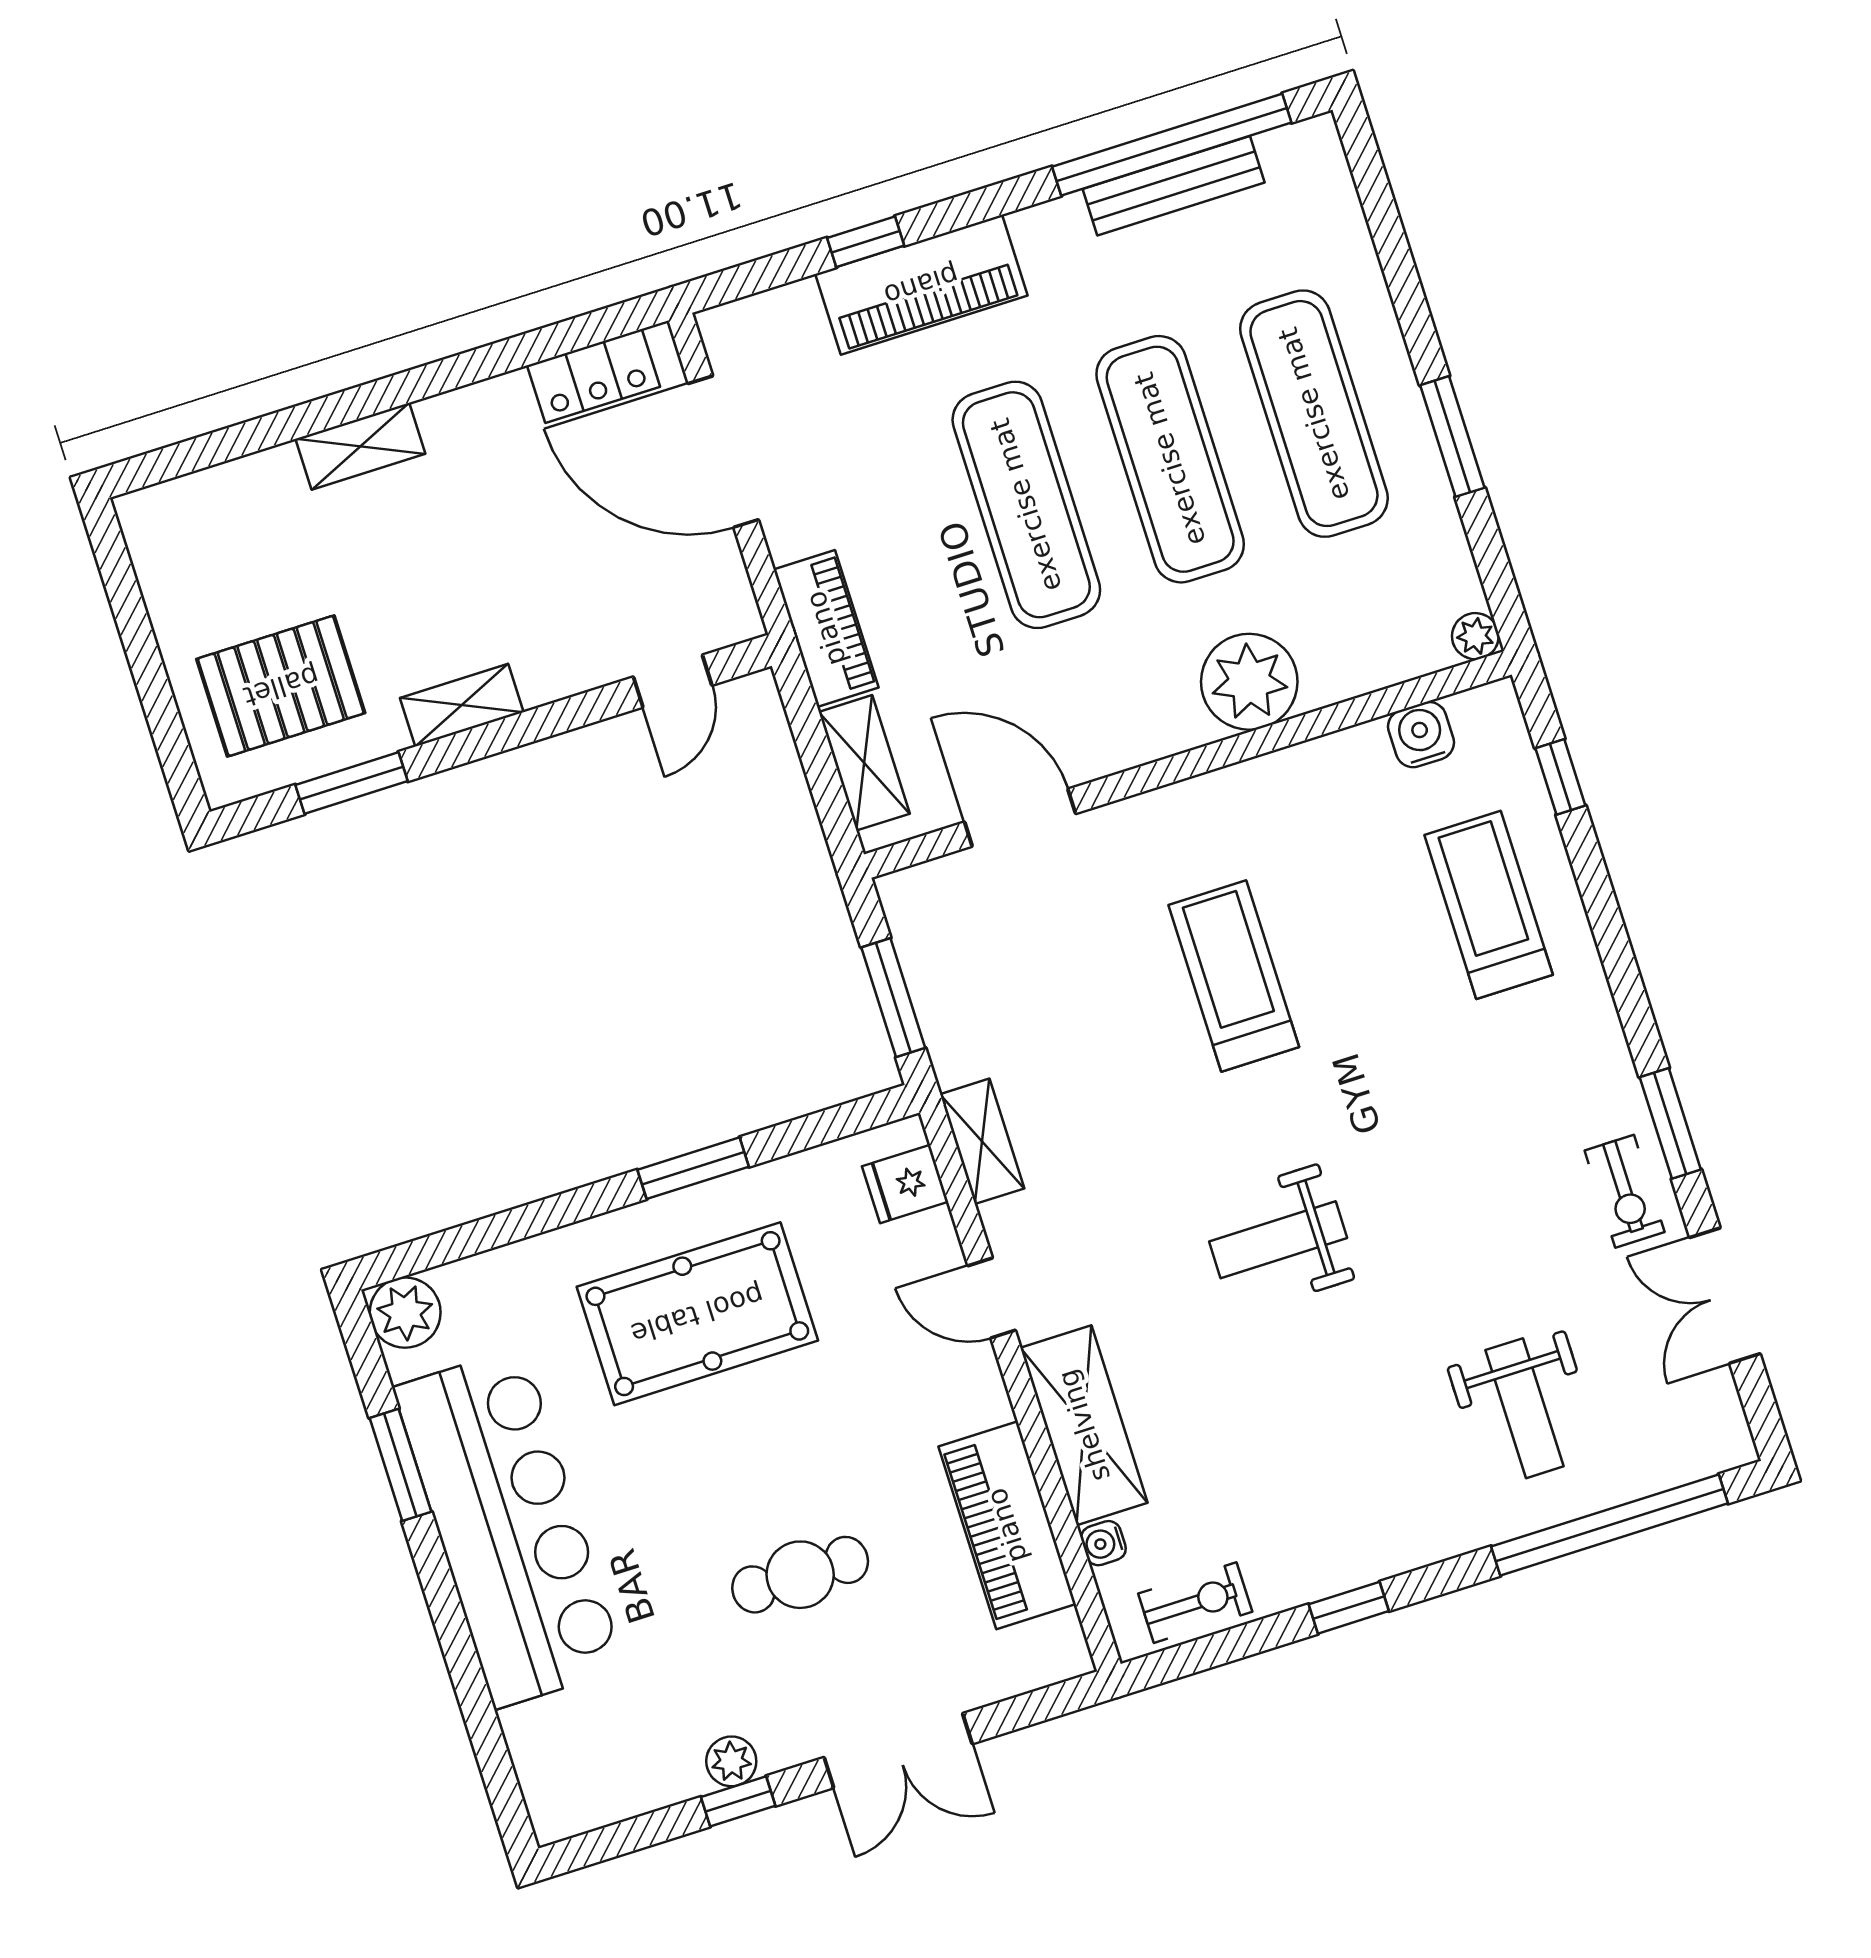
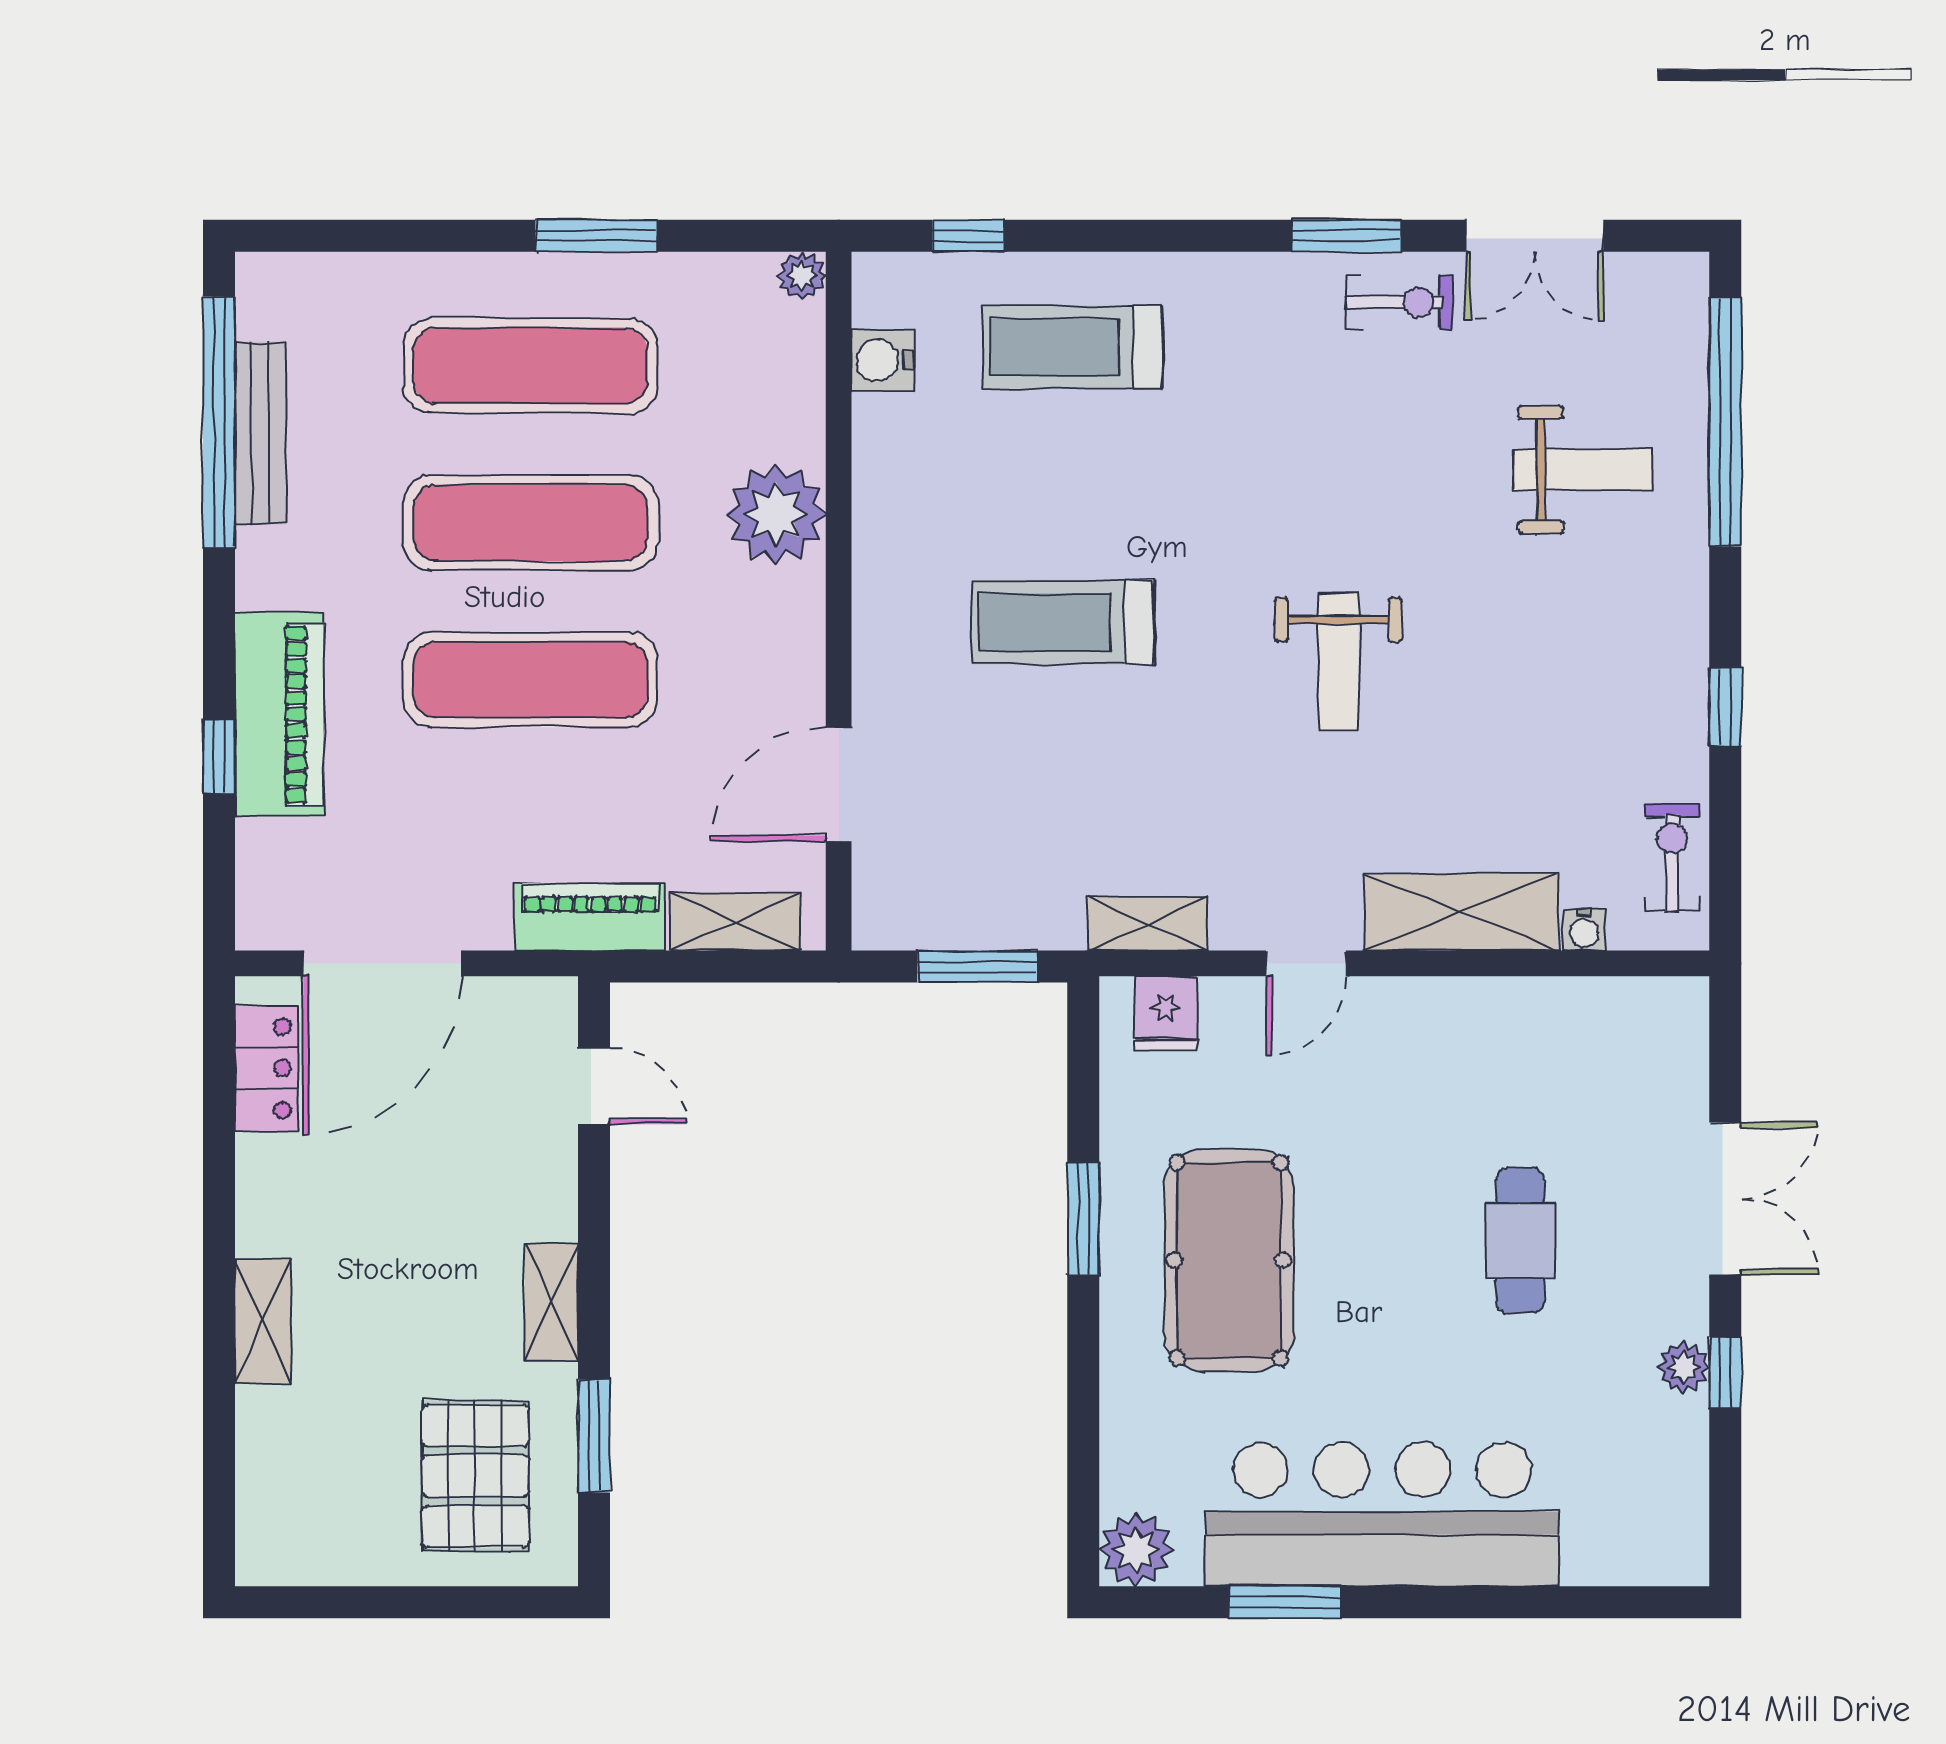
piano: (1007, 1525) -> (1536, 1020), removed

